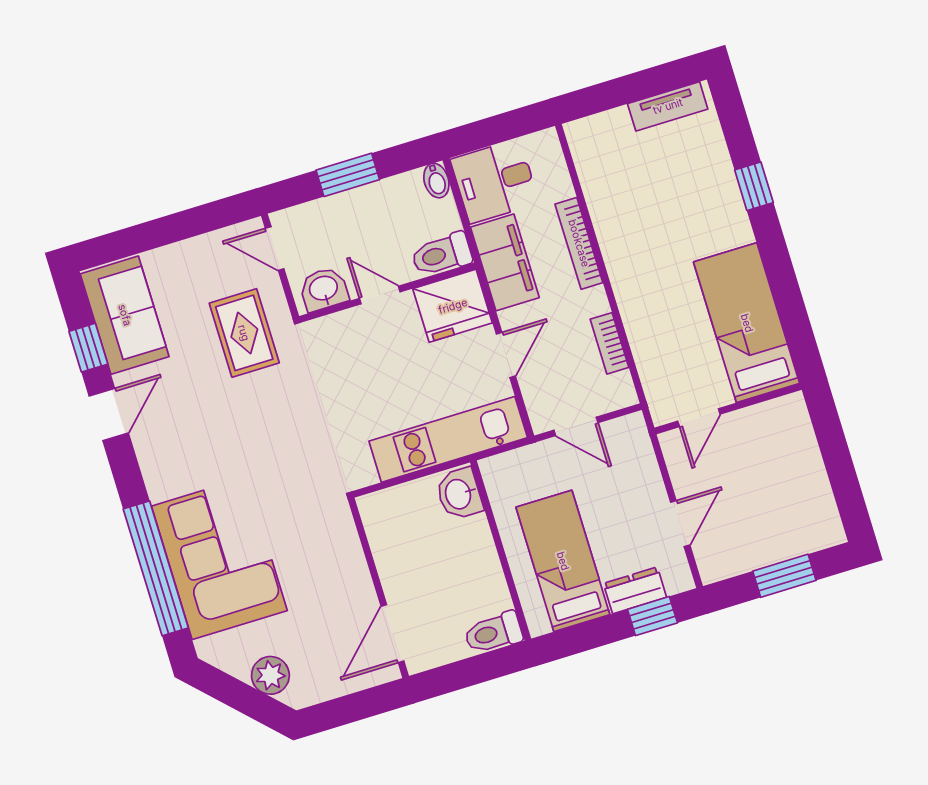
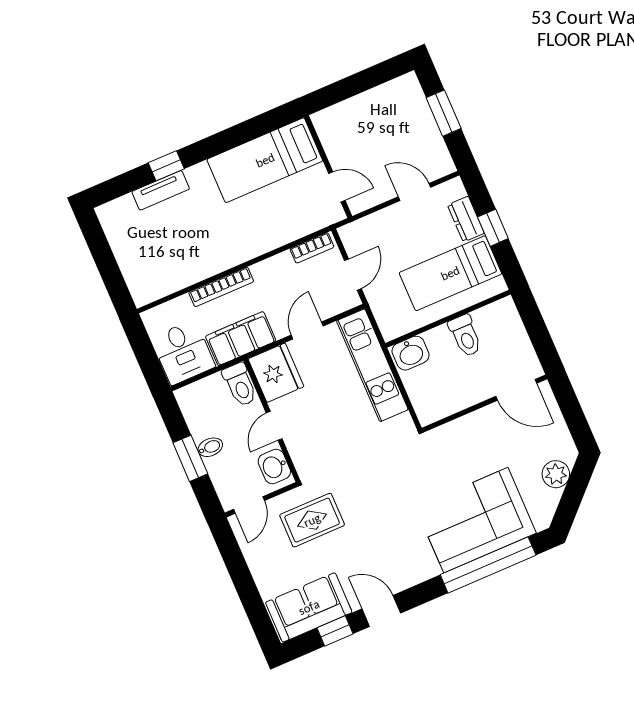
tv unit: (668, 106) -> (161, 190), moved, turned 90
bidet: (436, 181) -> (210, 447), moved
bookcase: (609, 343) -> (312, 248), moved
door: (506, 355) -> (307, 331), hinge flipped
window: (652, 616) -> (493, 228), moved
toilet: (493, 633) -> (465, 336), moved

